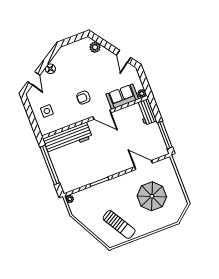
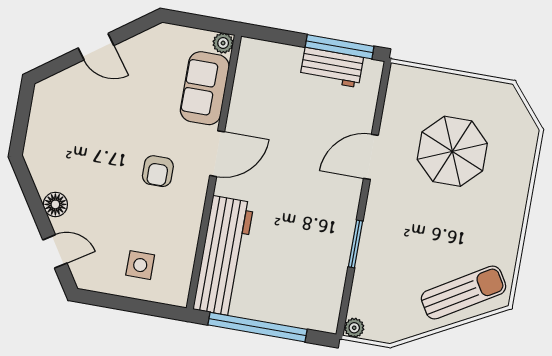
plant: (95, 47) -> (66, 83), removed
door: (124, 56) -> (96, 47), moved
workbench: (147, 112) -> (332, 67), moved
door: (143, 165) -> (371, 157), moved
sun lounger: (119, 224) -> (464, 293), moved

